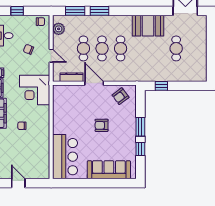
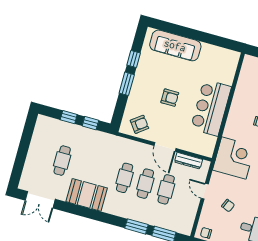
plant: (59, 29) -> (188, 219), removed
window: (181, 86) -> (69, 117), added
bar counter: (65, 157) -> (211, 108), moved

